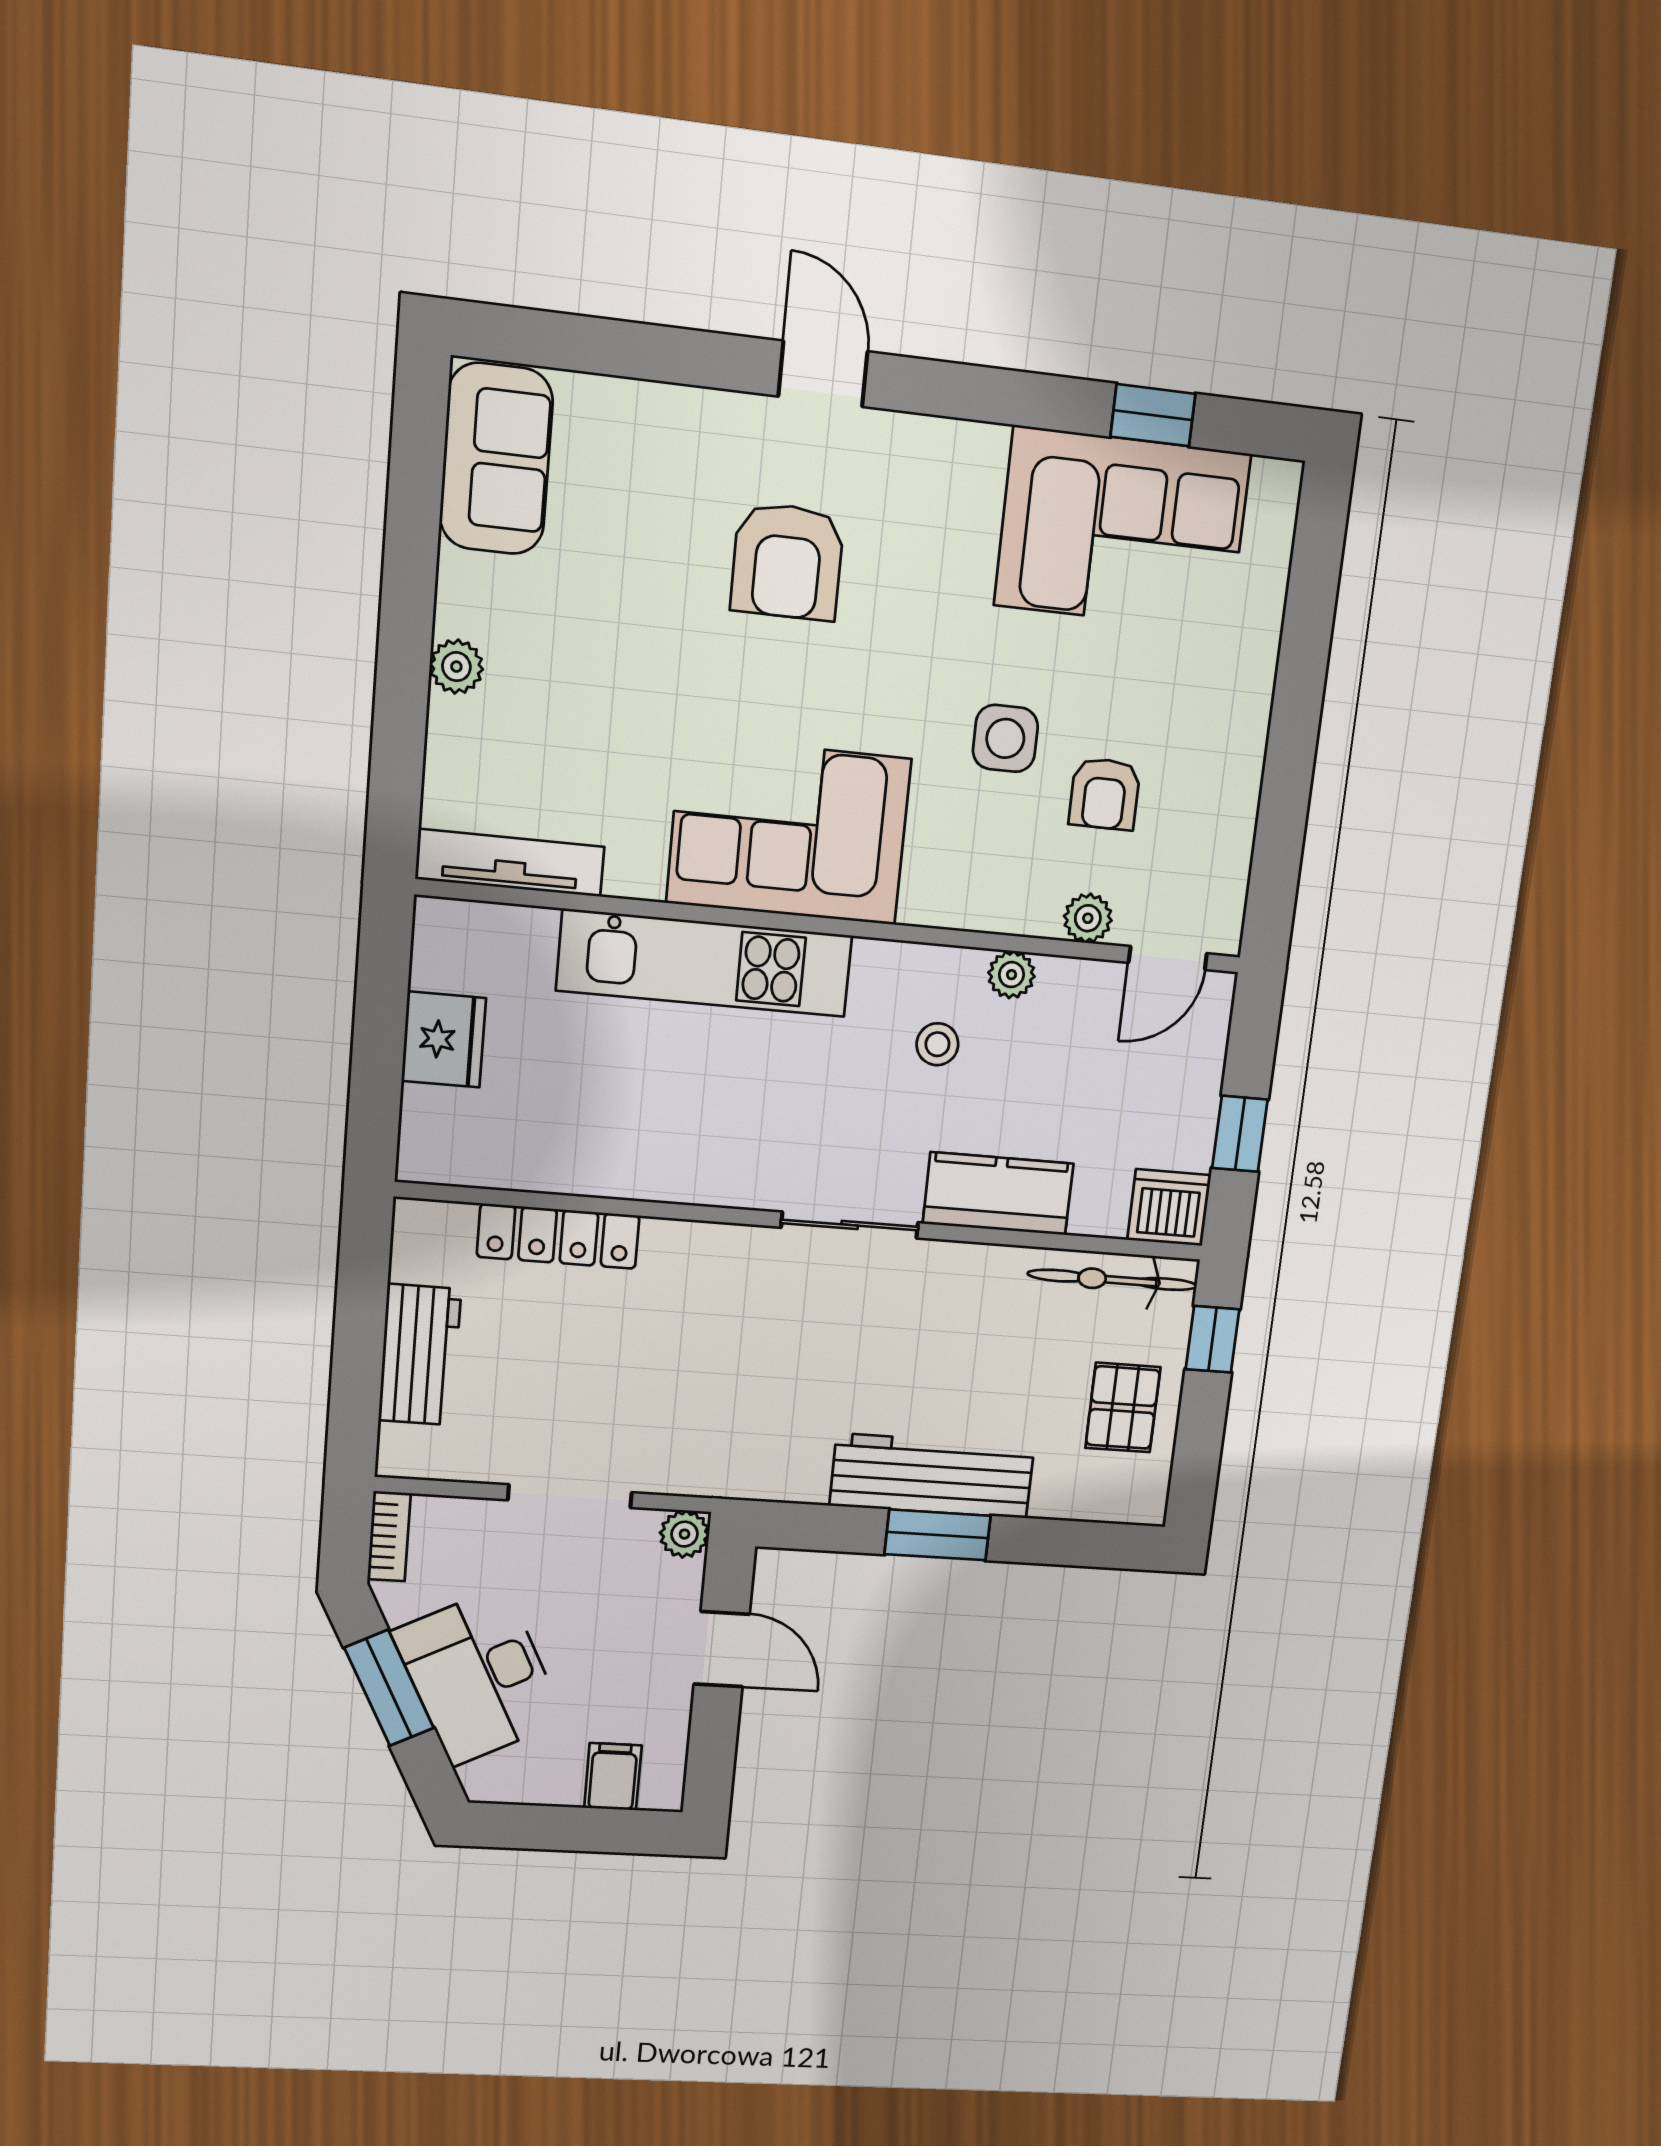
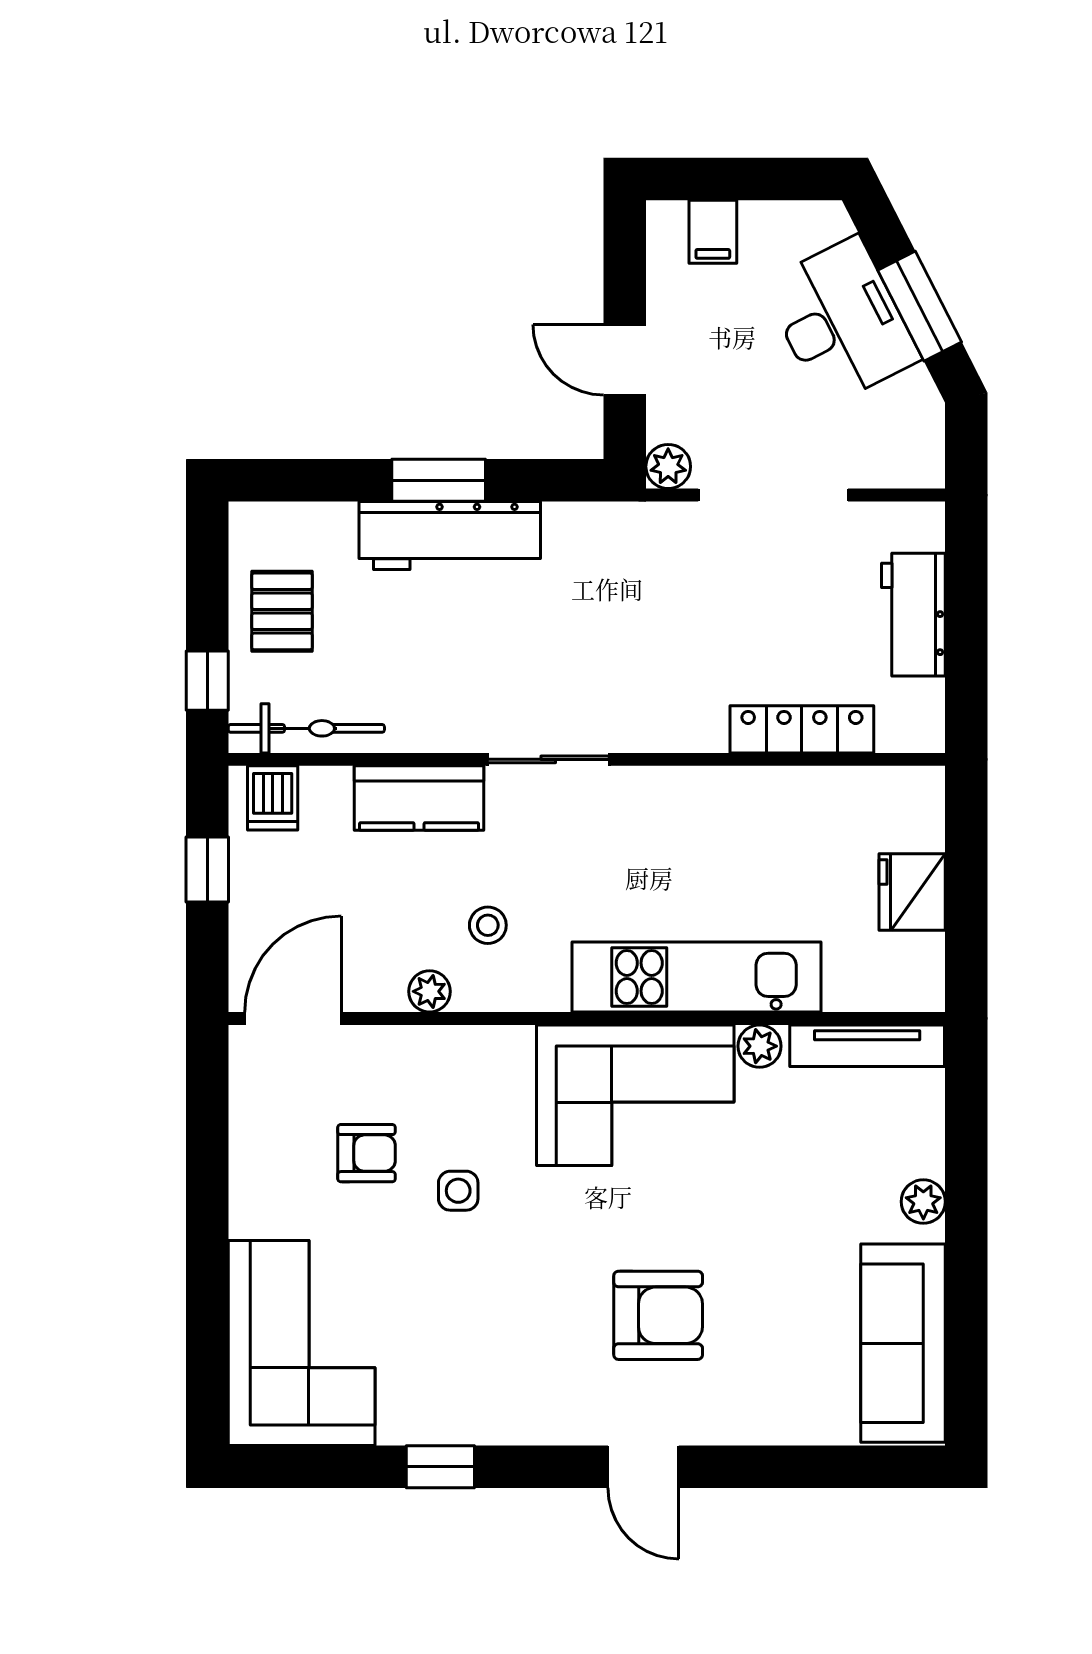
window: (1153, 415) -> (440, 1467), moved
sofa: (496, 459) -> (903, 1343), width x1.36
corner sofa: (1122, 530) -> (302, 1343), moved, turned 90
armchair: (787, 561) -> (658, 1315), turned 90
side table: (1005, 738) -> (458, 1191), width x0.73, depth x0.73
armchair: (1105, 794) -> (367, 1153), turned 90
plant: (1088, 918) -> (760, 1046), moved
door: (1168, 958) -> (293, 1018), width x1.38
dishwasher: (1169, 1207) -> (273, 798), width x0.73
doorway: (570, 1496) -> (773, 495), width x1.36
bookcase: (389, 1536) -> (929, 448), removed

